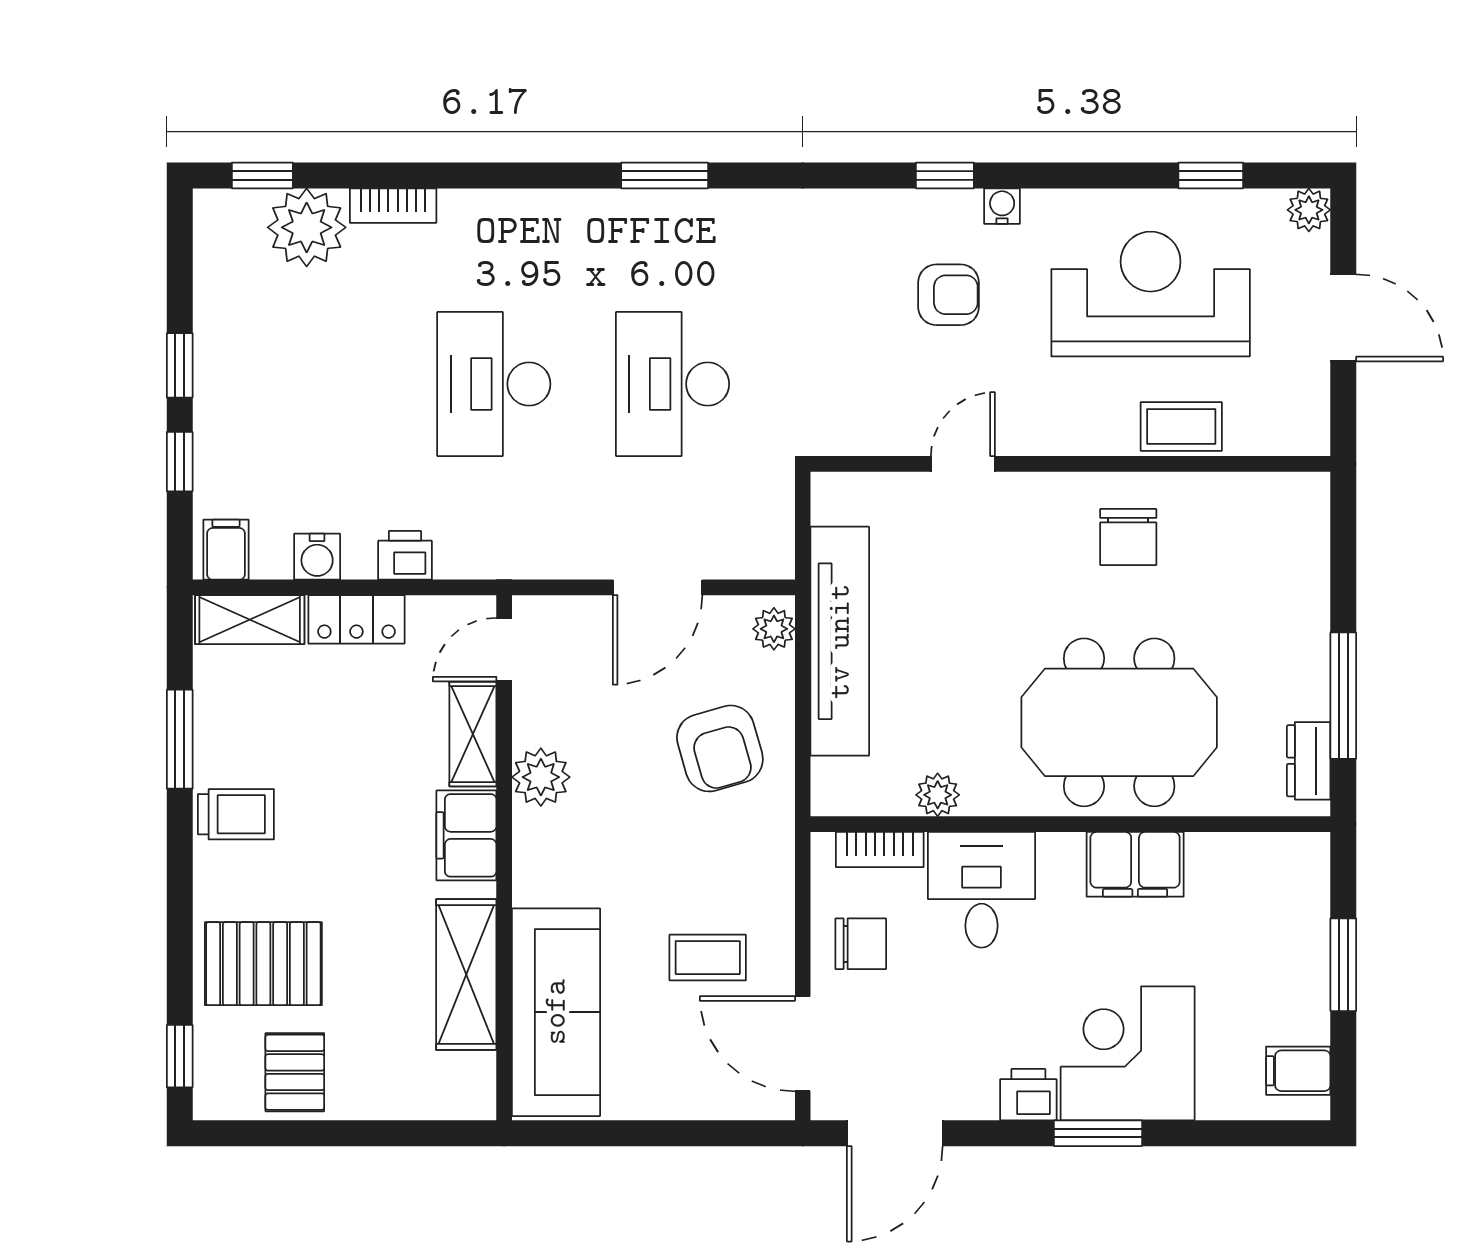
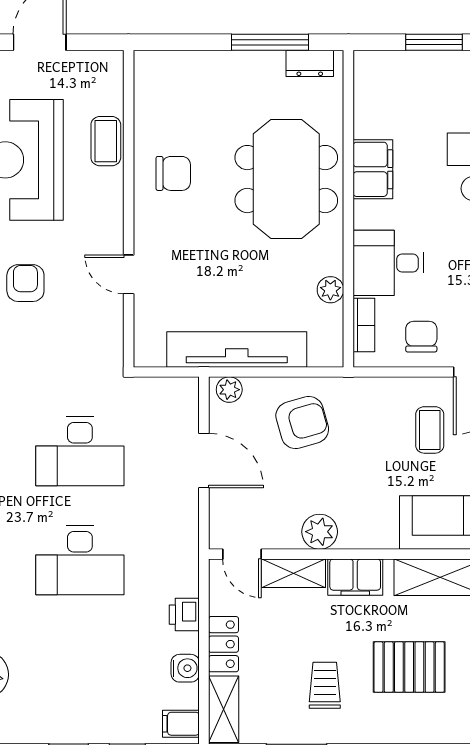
trolley: (236, 814) -> (325, 685), moved
pallet: (263, 964) -> (409, 667), moved, turned 90

